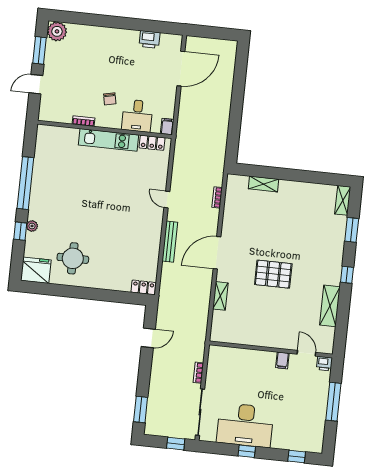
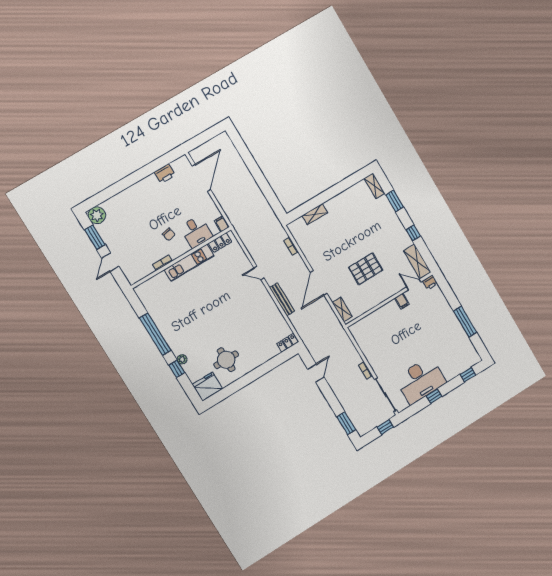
wall: (271, 349) -> (389, 300), moved
door: (306, 353) -> (414, 285), moved
filing cabinet: (282, 360) -> (402, 301), moved
printer: (324, 364) -> (430, 282), moved

